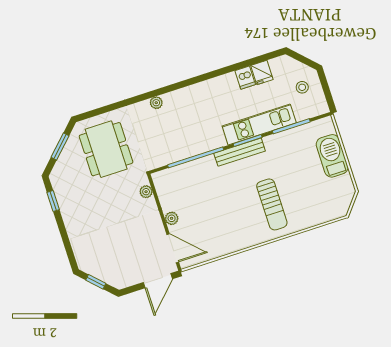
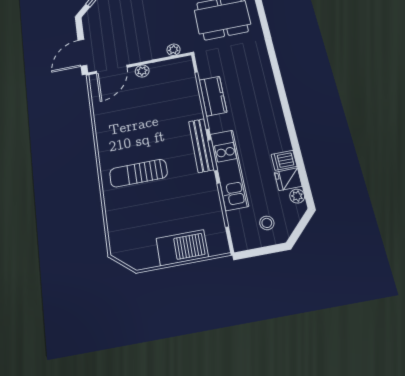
plant: (156, 103) -> (297, 196), moved
kitchen counter: (190, 147) -> (213, 96), added
door: (158, 281) -> (82, 53), hinge flipped

